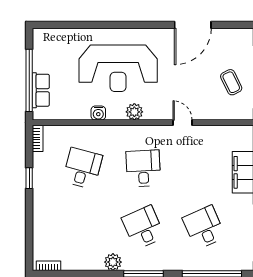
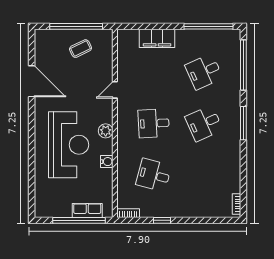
plant: (113, 262) -> (233, 149), removed

